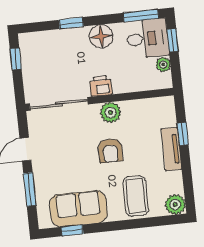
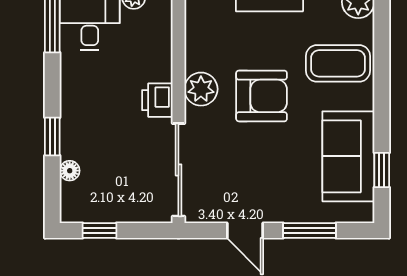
floor lamp: (101, 36) -> (70, 171), moved, width x0.53, depth x0.53
armchair: (110, 151) -> (262, 96), width x1.38, depth x1.38

